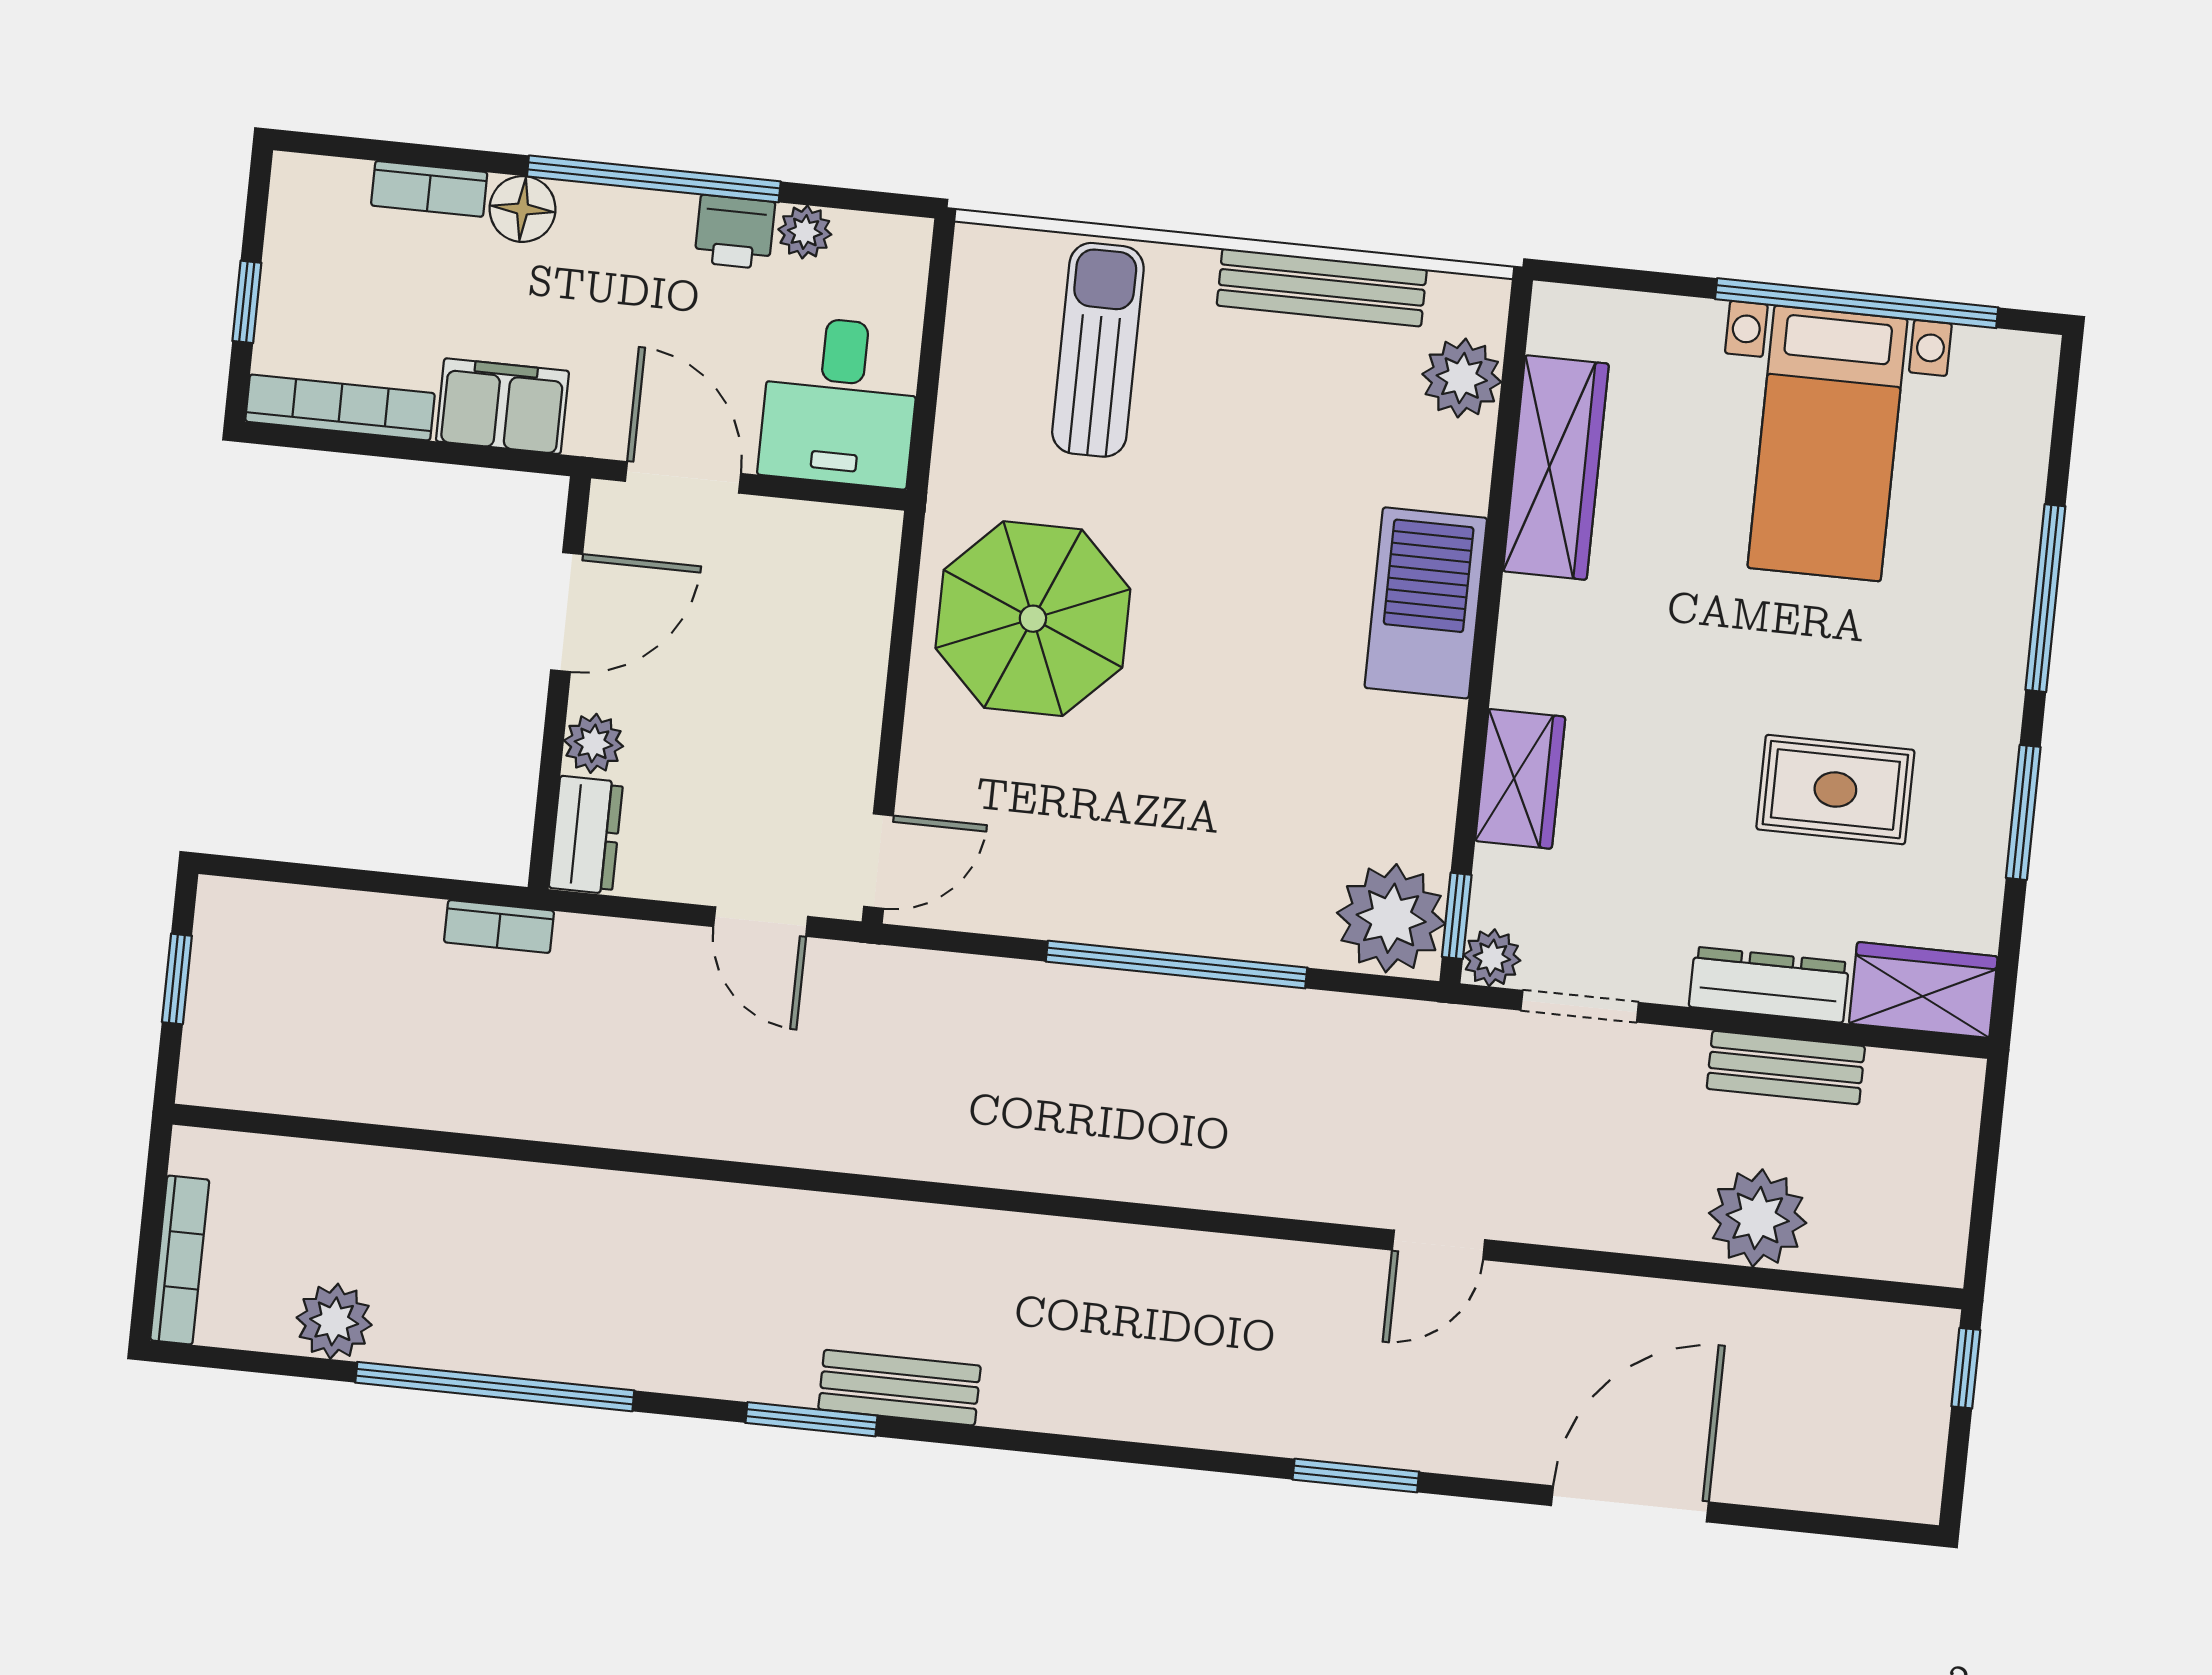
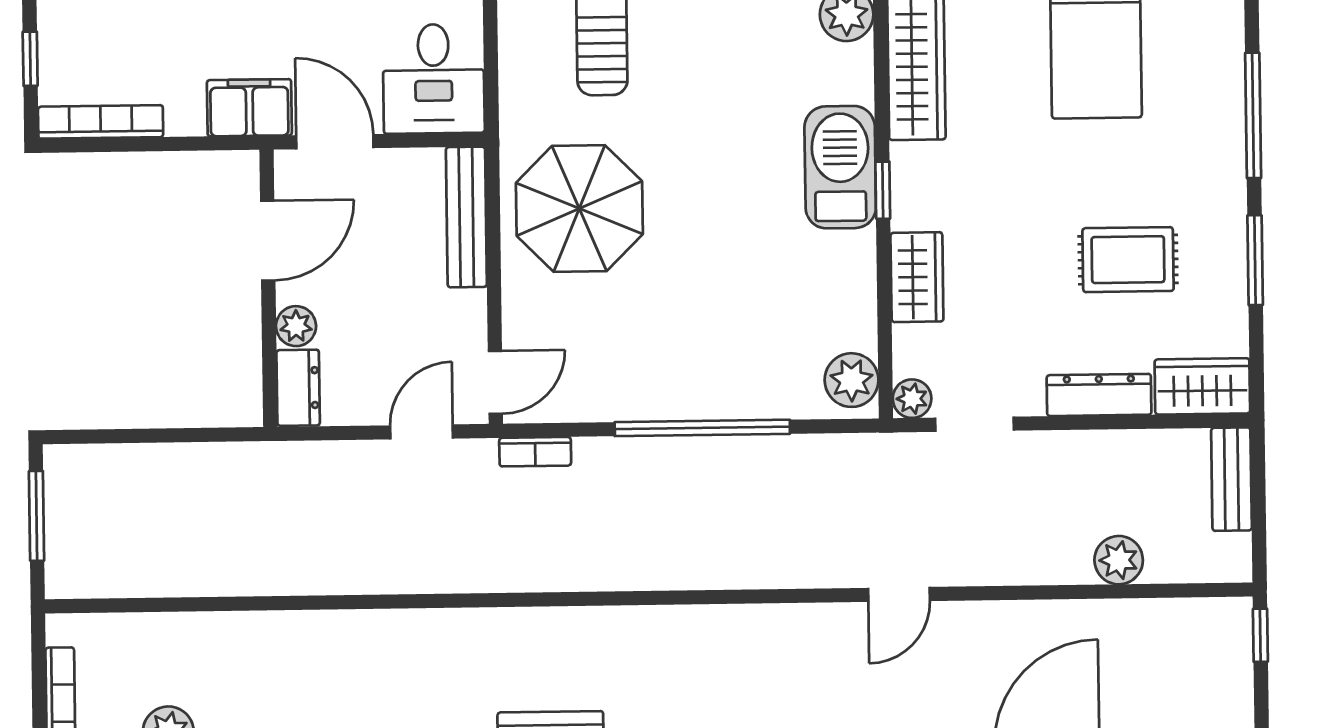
filing cabinet: (502, 406) -> (249, 108), moved
bench: (864, 612) -> (466, 217), added
window: (1457, 916) -> (883, 190), moved
plant: (1391, 918) -> (852, 380), width x0.73, depth x0.73
door: (761, 922) -> (421, 432), swing flipped
bookcase: (499, 927) -> (535, 452), moved
window: (177, 979) -> (37, 516), width x1.50
bench: (1786, 1068) -> (1231, 479), moved, turned 90
plant: (1758, 1218) -> (1119, 560), width x0.73, depth x0.73

